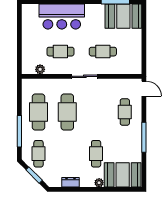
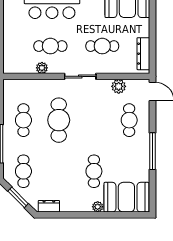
dresser: (136, 58) -> (143, 54), added
plant: (40, 69) -> (42, 68), moved
plant: (116, 84) -> (119, 86), added
cafe table: (39, 112) -> (23, 120), width x0.73, depth x0.74
dresser: (70, 182) -> (49, 206), moved

